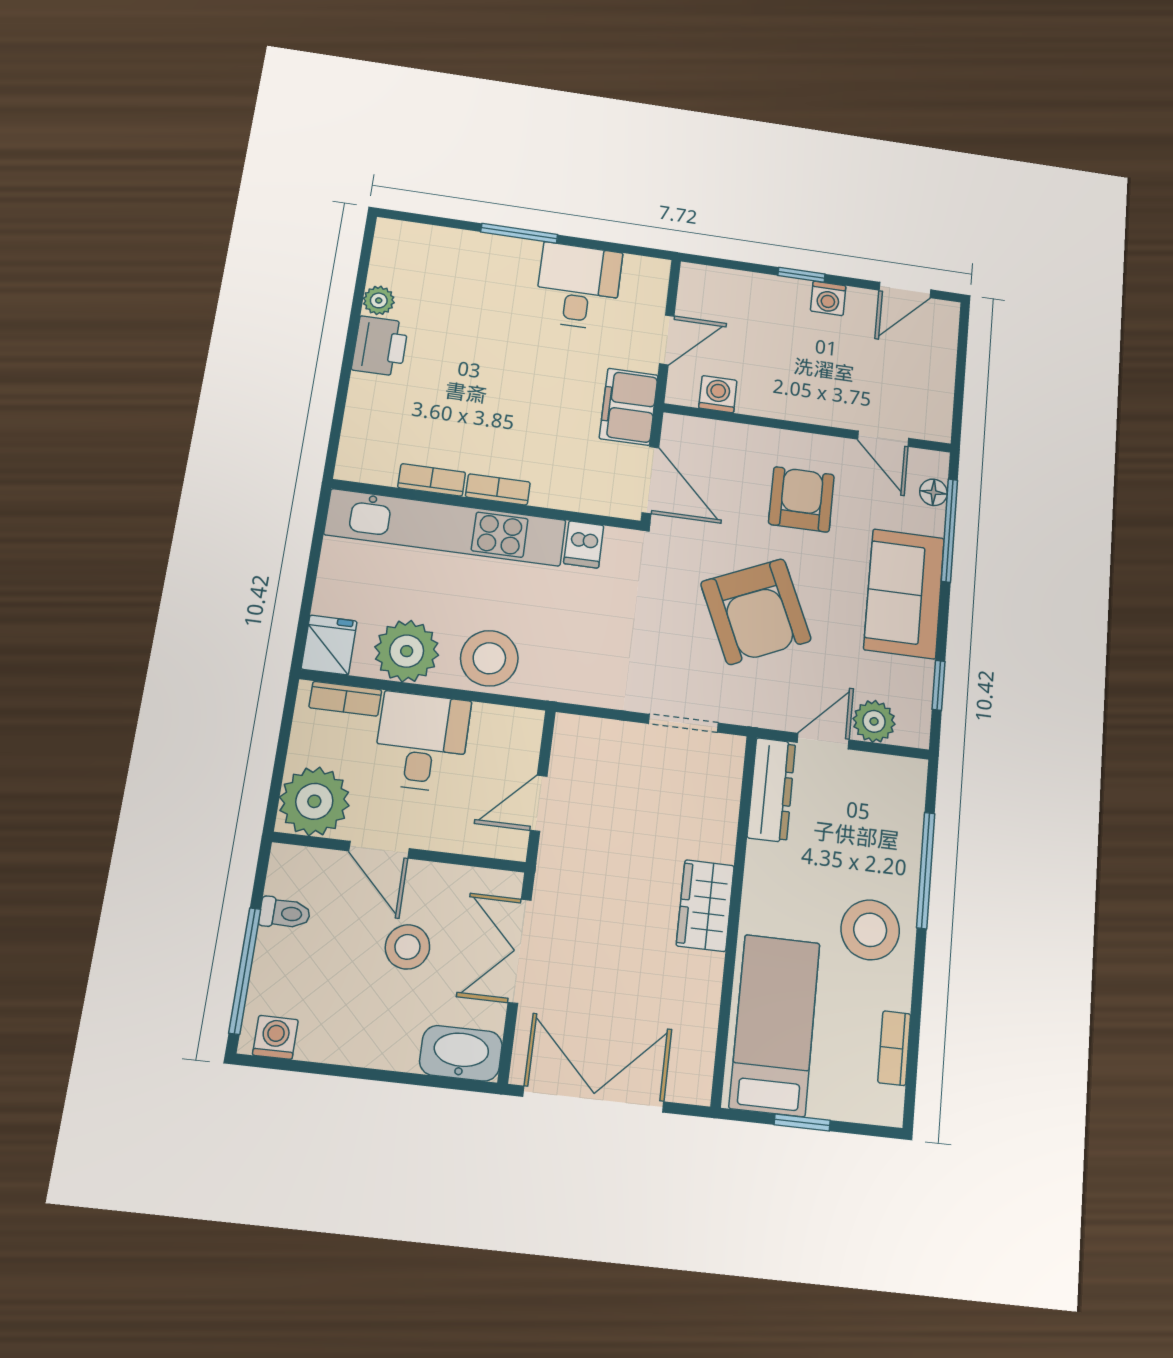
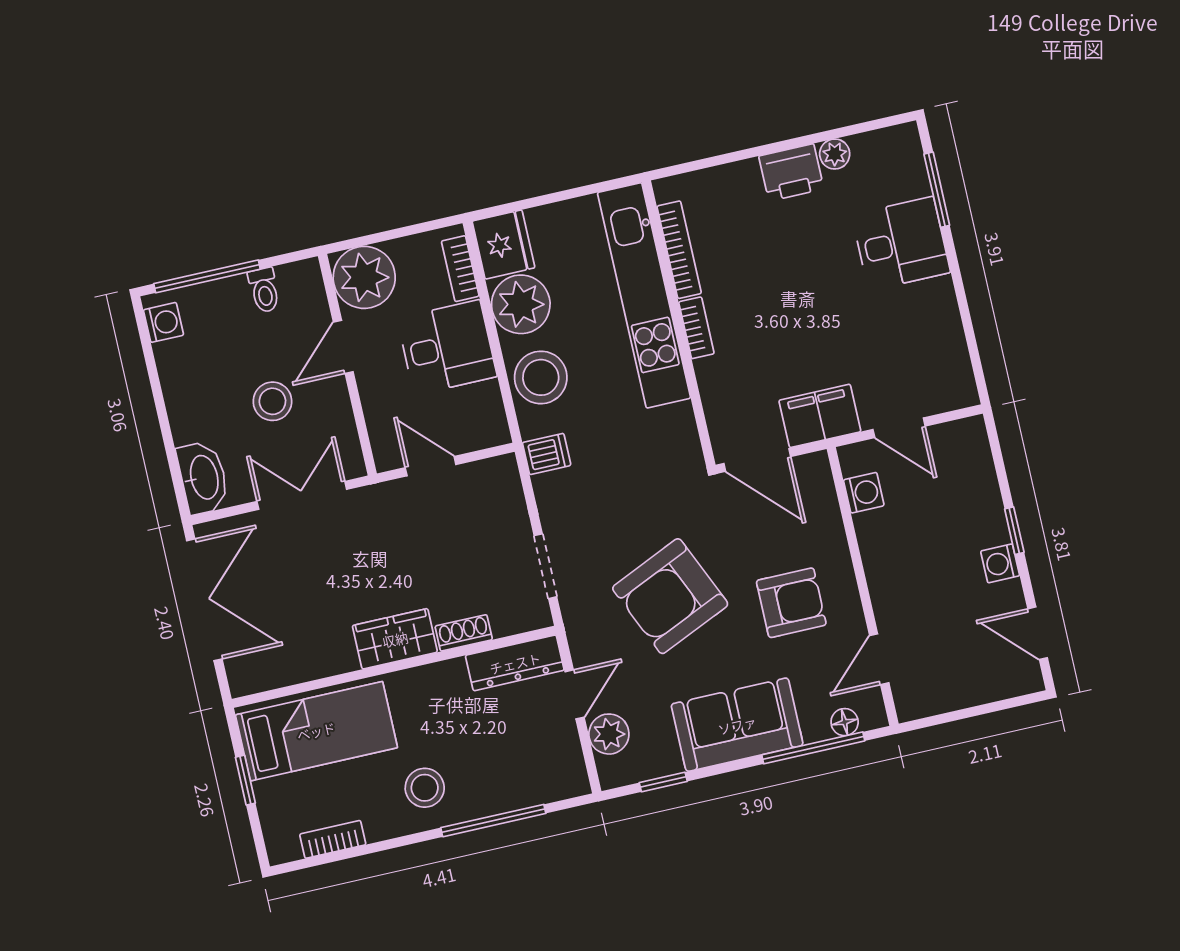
window: (519, 233) -> (937, 190), moved
desk: (578, 286) -> (901, 244), moved
bookcase: (432, 480) -> (679, 250), width x1.56
door: (650, 480) -> (757, 460), hinge flipped
dishwasher: (584, 544) -> (547, 454), moved, turned 180
fridge: (329, 645) -> (503, 244), width x1.38
door: (823, 741) -> (575, 694), hinge flipped
shoe rack: (723, 831) -> (464, 633), added
stool: (870, 930) -> (425, 788), width x0.73, depth x0.73

